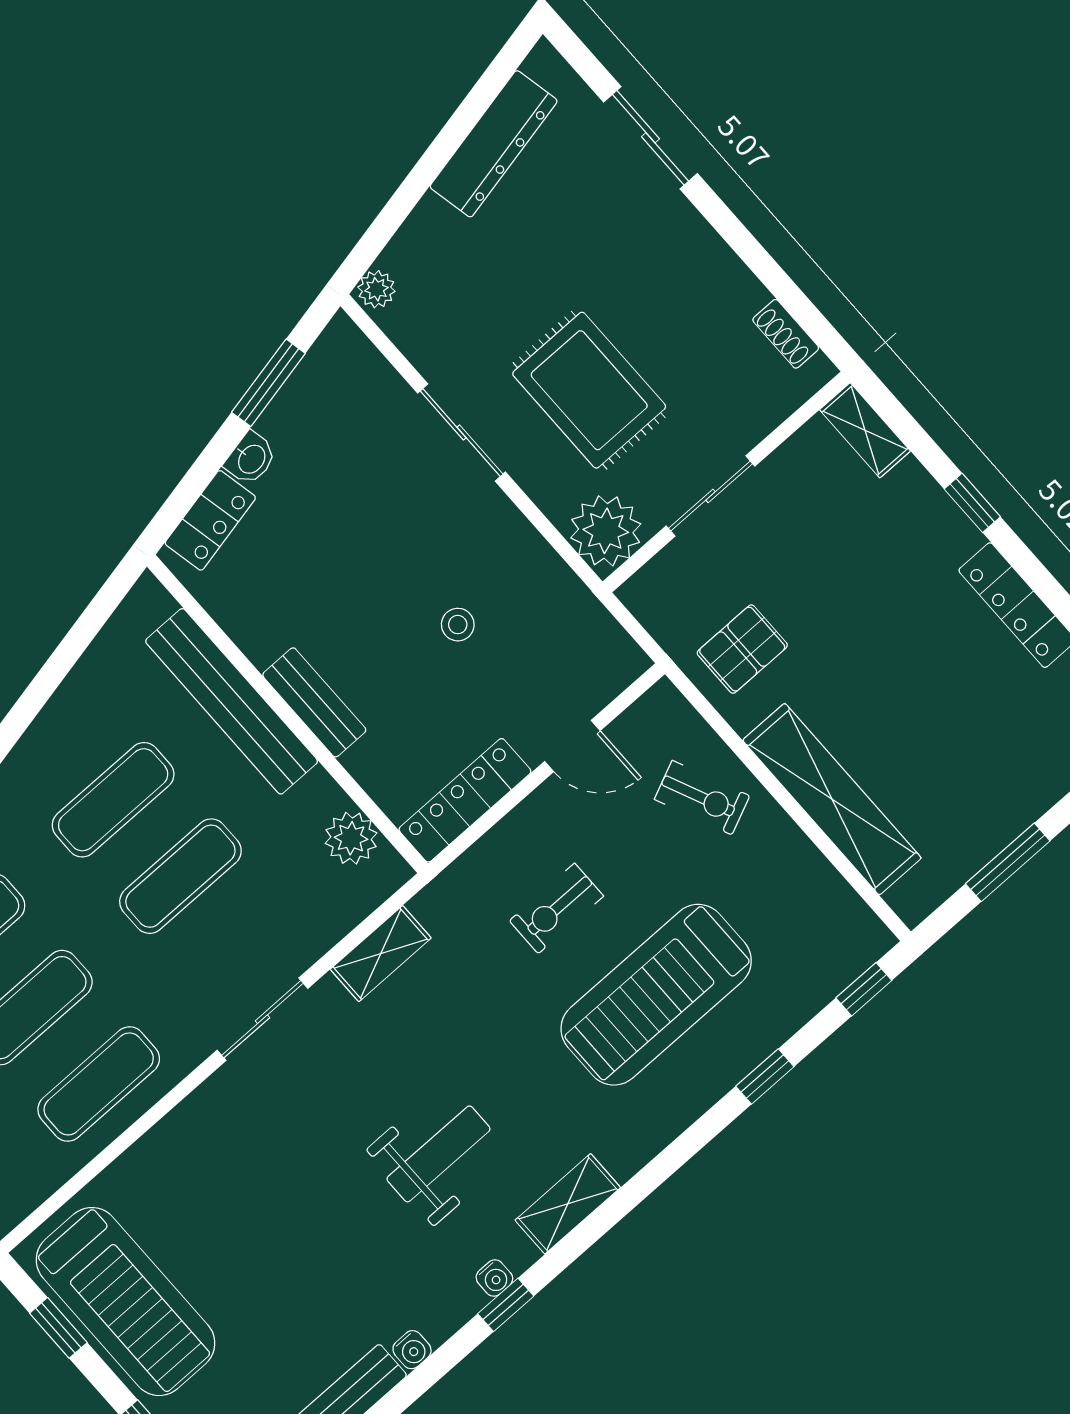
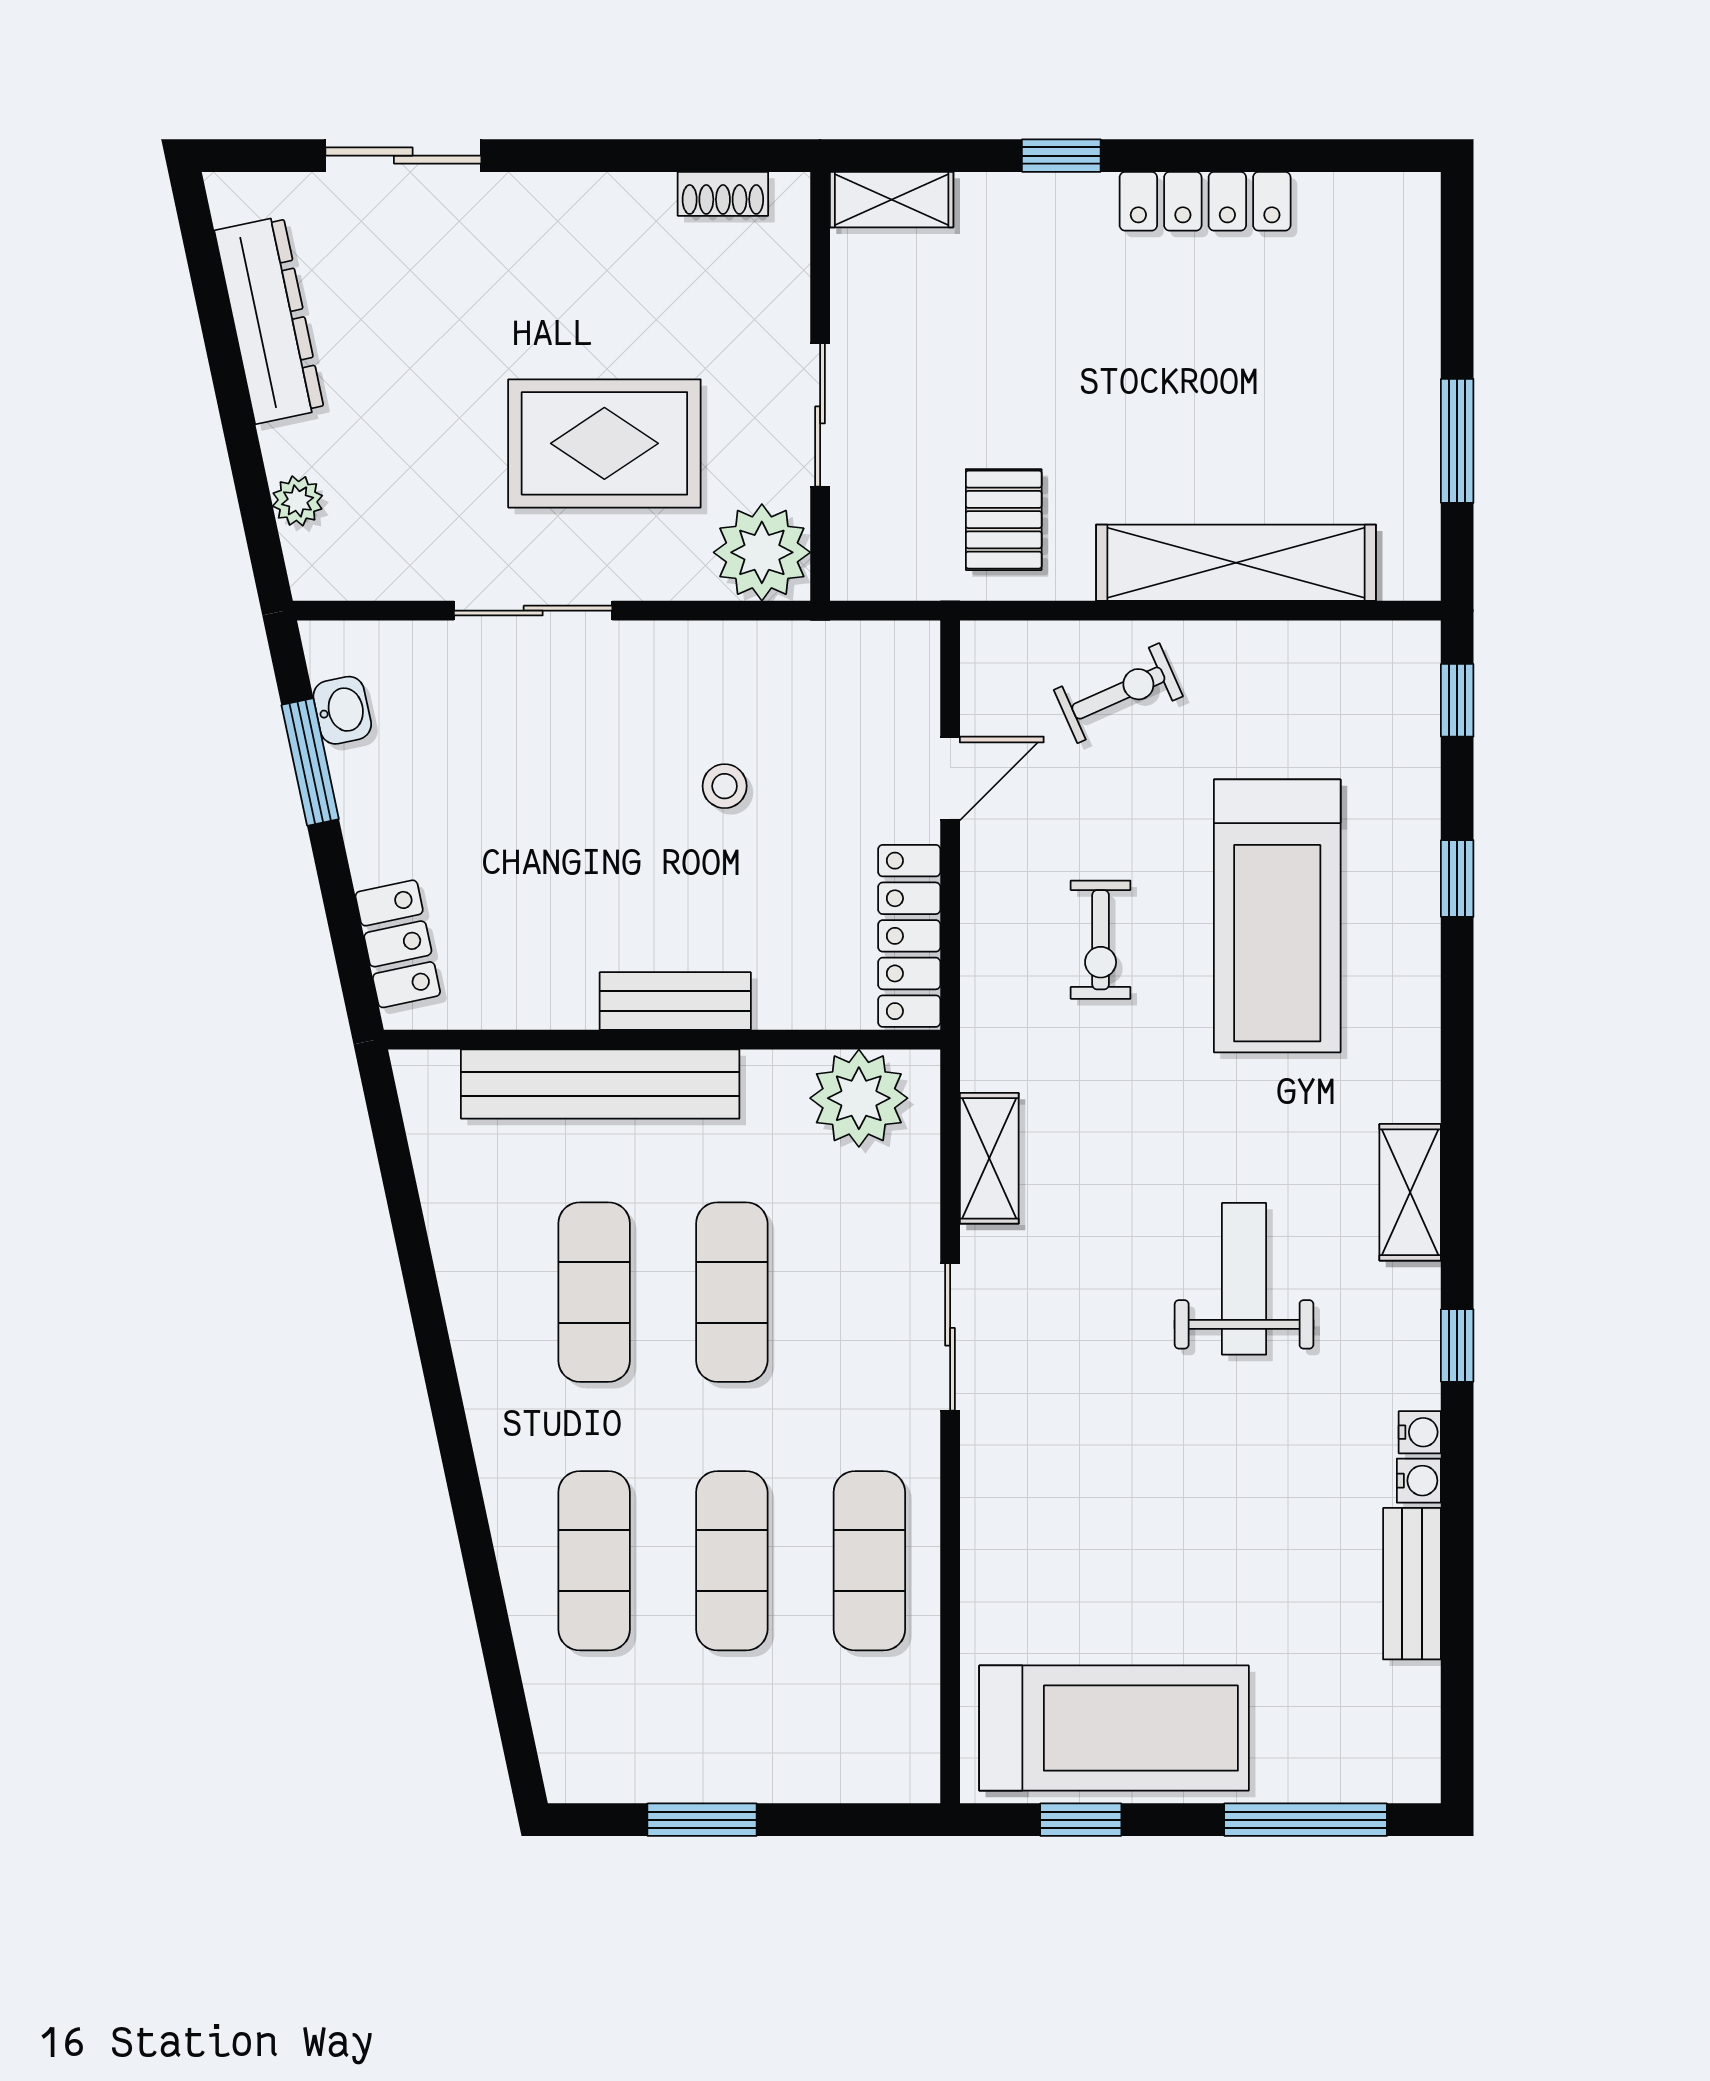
plant: (376, 289) -> (298, 501), moved
washbasin: (251, 459) -> (342, 710), moved
plant: (351, 838) -> (859, 1098), width x1.36, depth x1.36
water cooler: (494, 1278) -> (1420, 1432), moved

